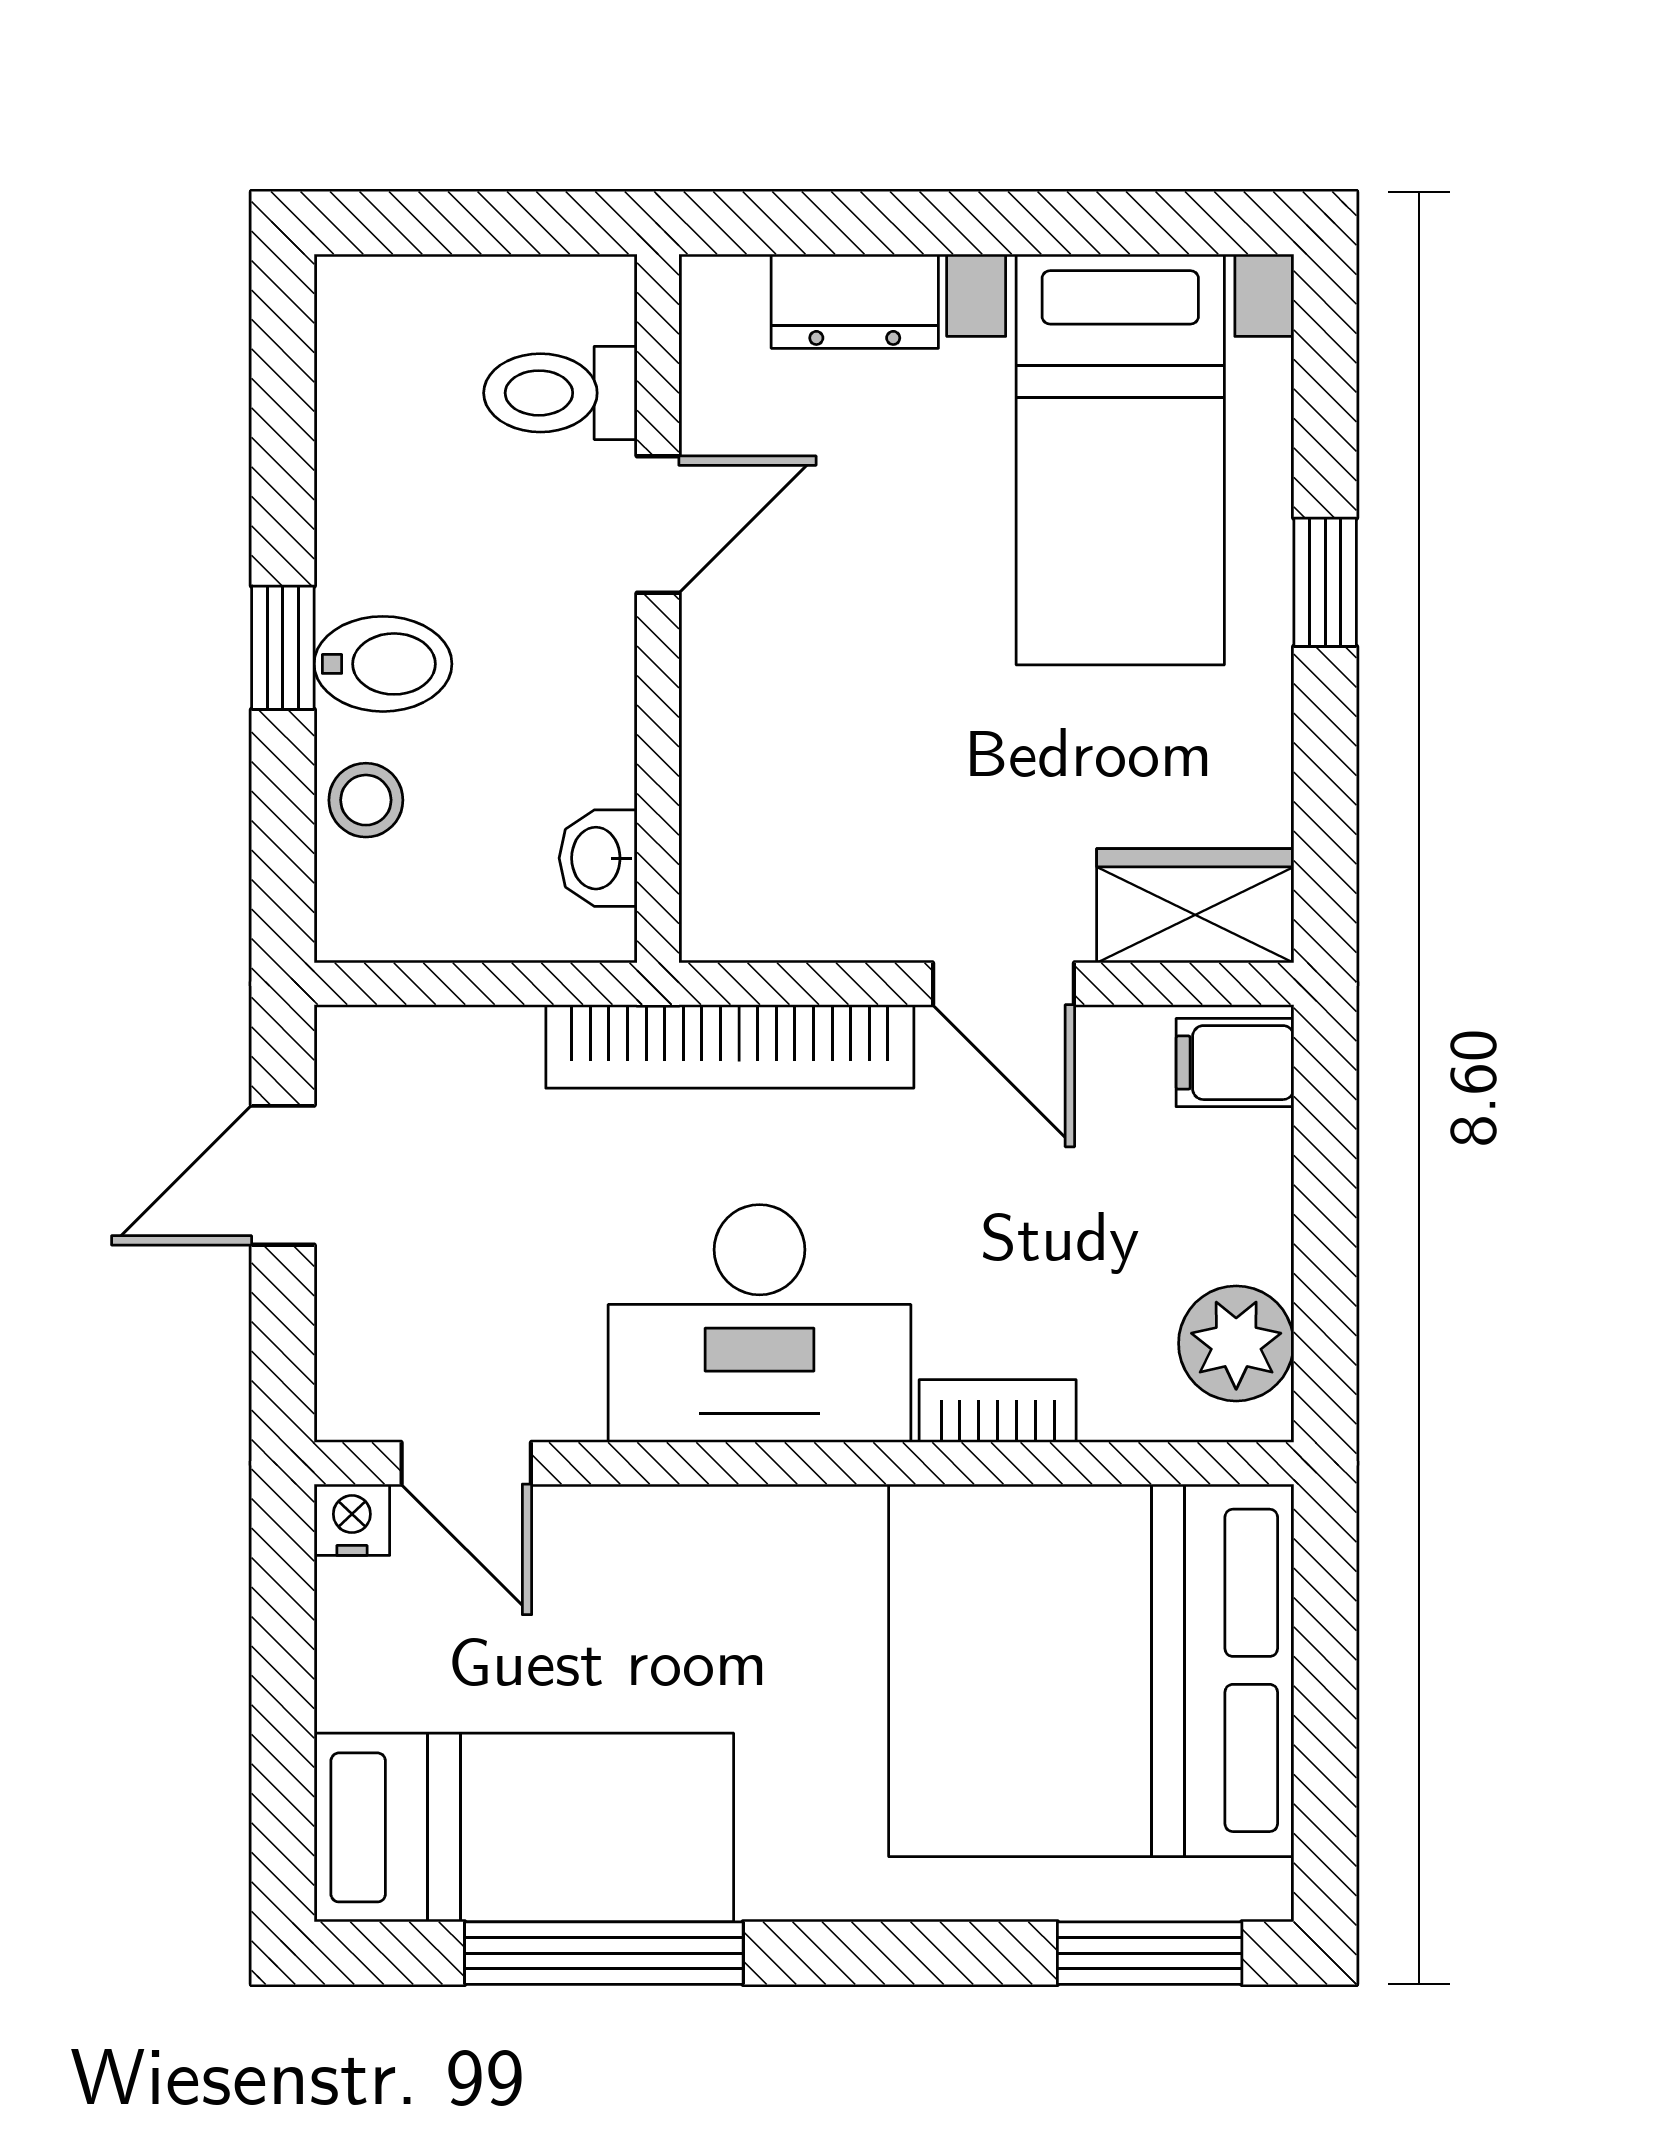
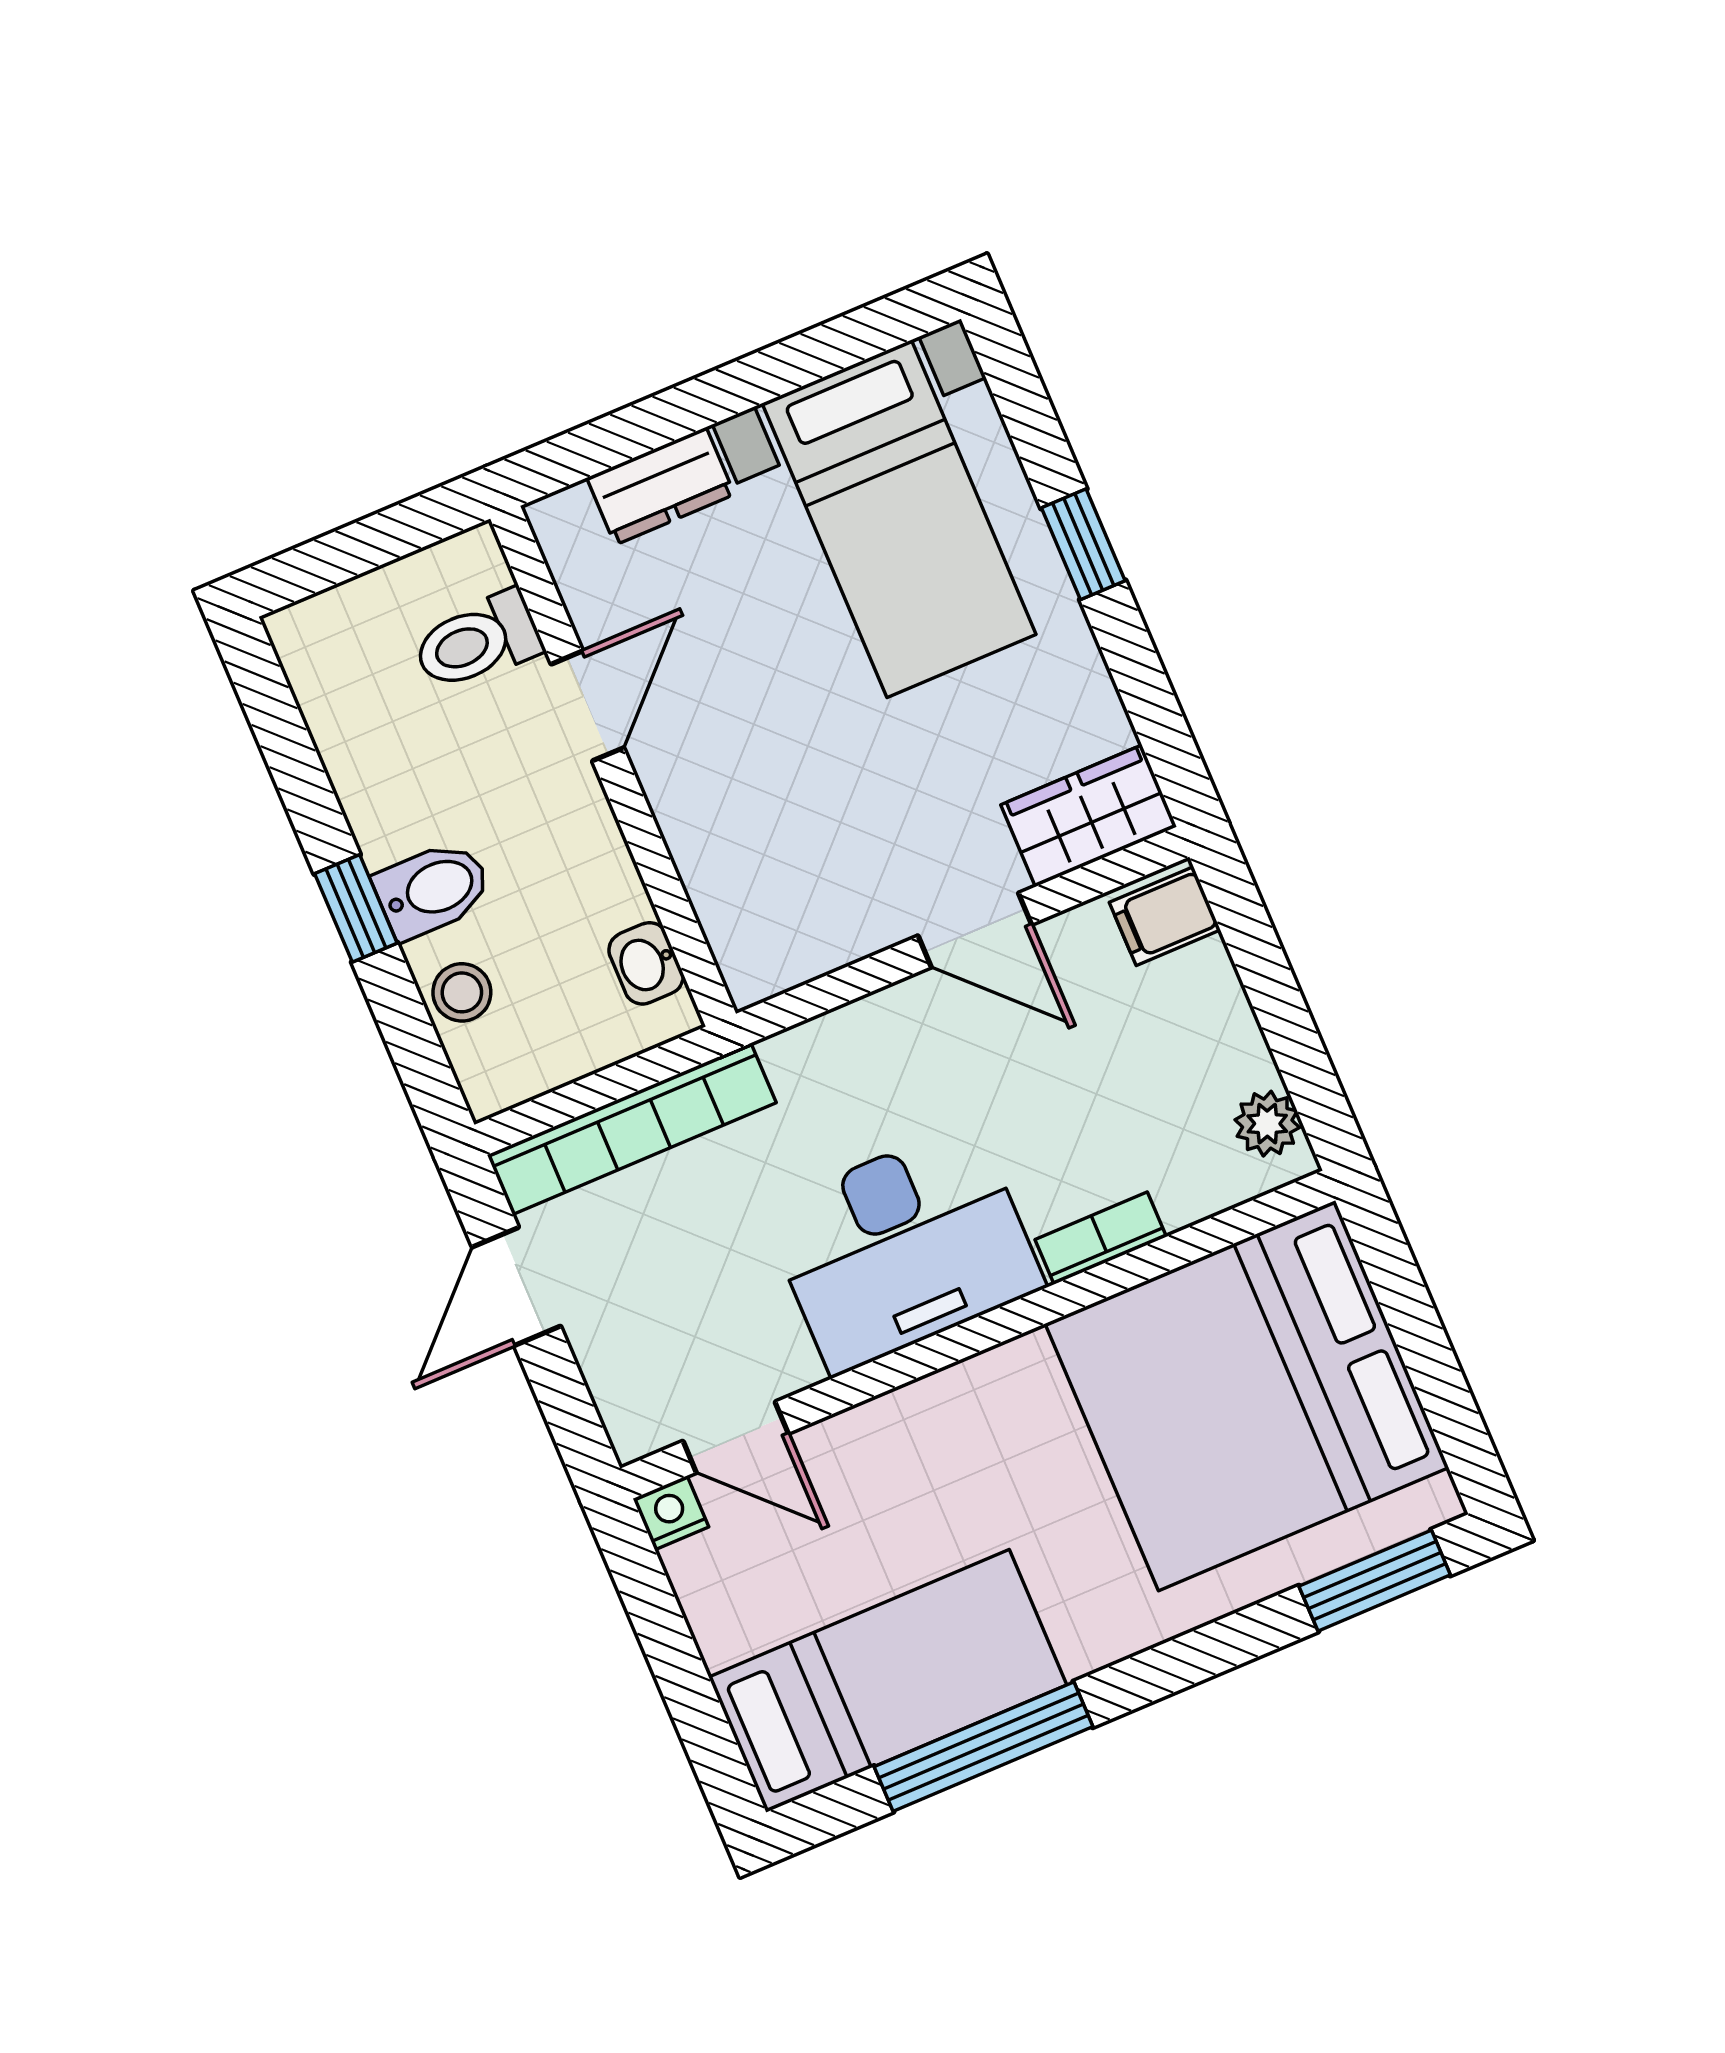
bookcase: (730, 1046) -> (632, 1129), moved
plant: (1236, 1343) -> (1267, 1124), width x0.73, depth x0.73

